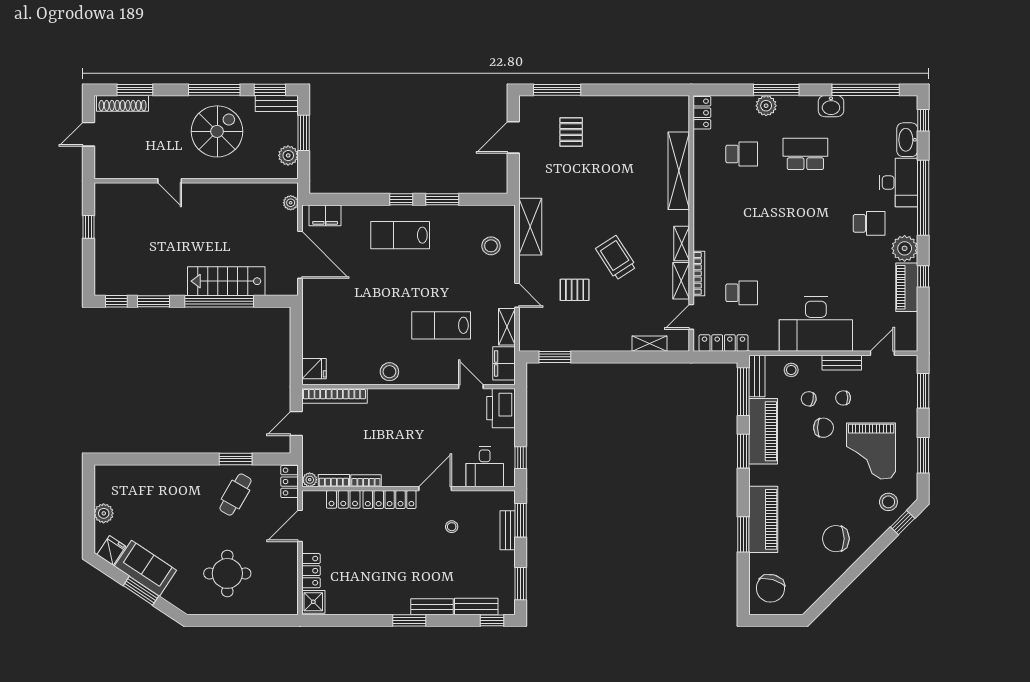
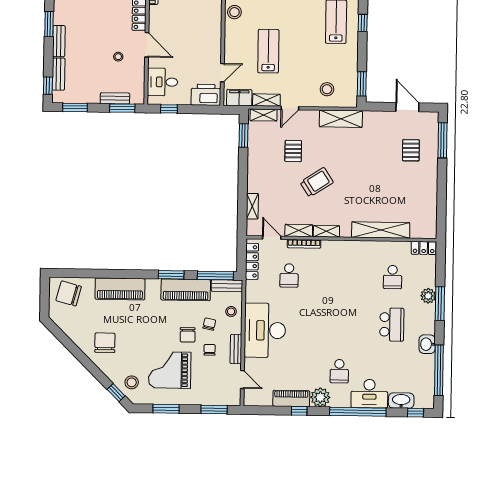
pallet: (571, 132) -> (411, 150), turned 90
window: (442, 199) -> (362, 84), moved
shelving: (527, 330) -> (264, 115), added
window: (743, 534) -> (109, 274), removed

